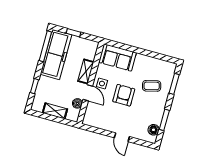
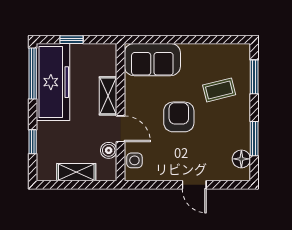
side table: (102, 84) -> (134, 160), moved

